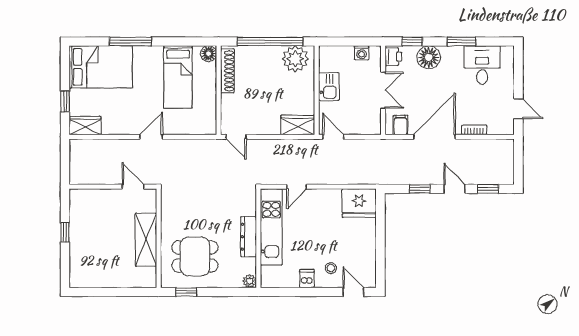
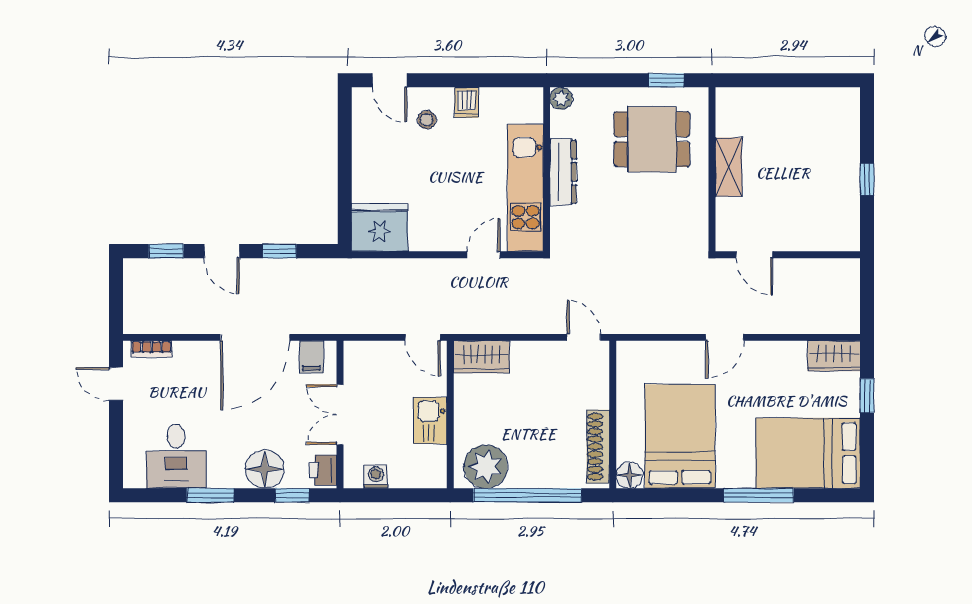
bed: (178, 77) -> (680, 436), width x1.50
bookcase: (474, 130) -> (151, 349), moved
shelving: (146, 240) -> (729, 167), width x0.67, depth x0.75

